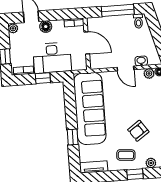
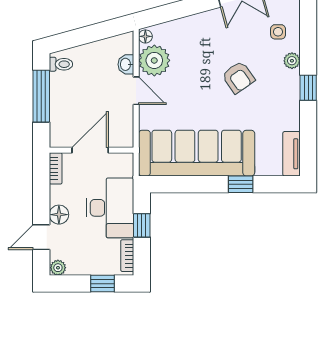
door: (125, 69) -> (136, 91), hinge flipped
plant: (149, 73) -> (154, 60), width x1.88, depth x1.88
coffee table: (126, 155) -> (276, 100), removed

